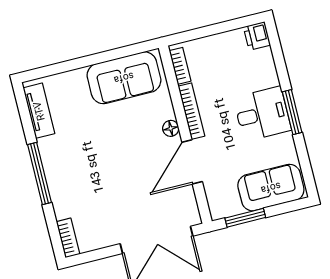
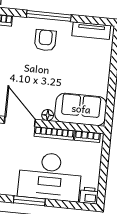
sofa: (124, 78) -> (81, 109), moved, turned 90
desk: (262, 114) -> (50, 176), width x1.87, depth x1.30
armchair: (73, 167) -> (45, 40), added

